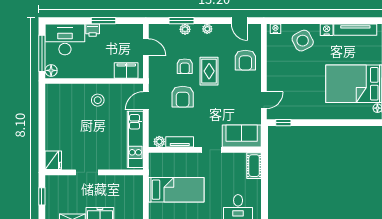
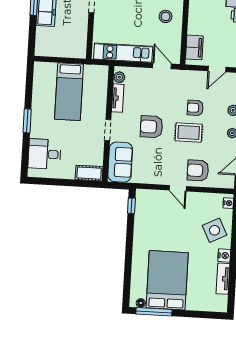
tv unit: (355, 30) -> (223, 279), width x0.71
armchair: (183, 97) -> (152, 127), moved
door: (264, 100) -> (178, 188), moved

